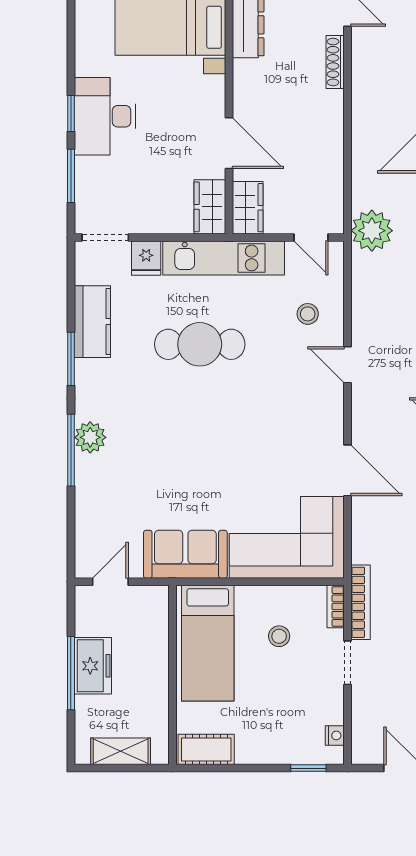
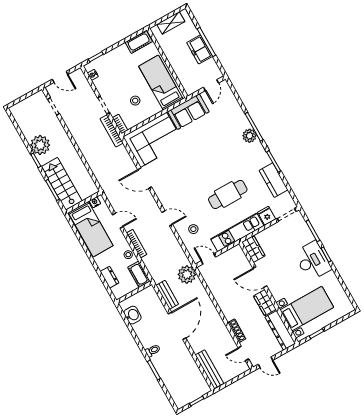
wardrobe: (248, 208) -> (265, 303), moved

